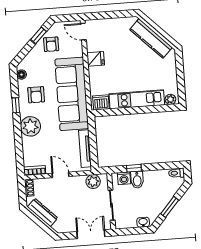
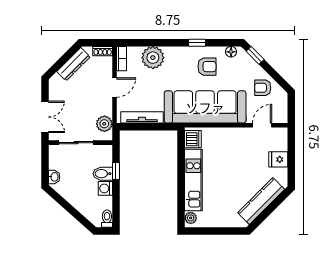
door: (83, 32) -> (262, 125), moved
window: (39, 35) -> (255, 55), moved
fridge: (96, 59) -> (278, 159), moved, turned 90
armchair: (36, 95) -> (207, 67), turned 180
plant: (30, 126) -> (153, 58), moved
washing machine: (124, 178) -> (105, 188), moved
window: (170, 207) -> (69, 208), removed

